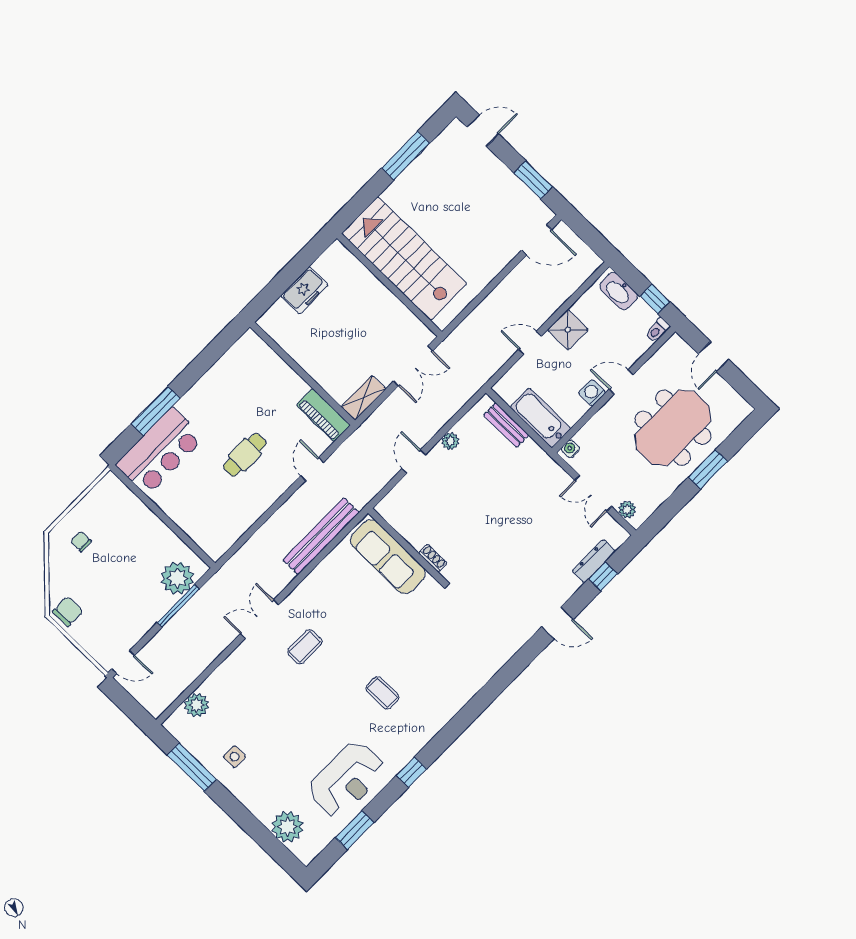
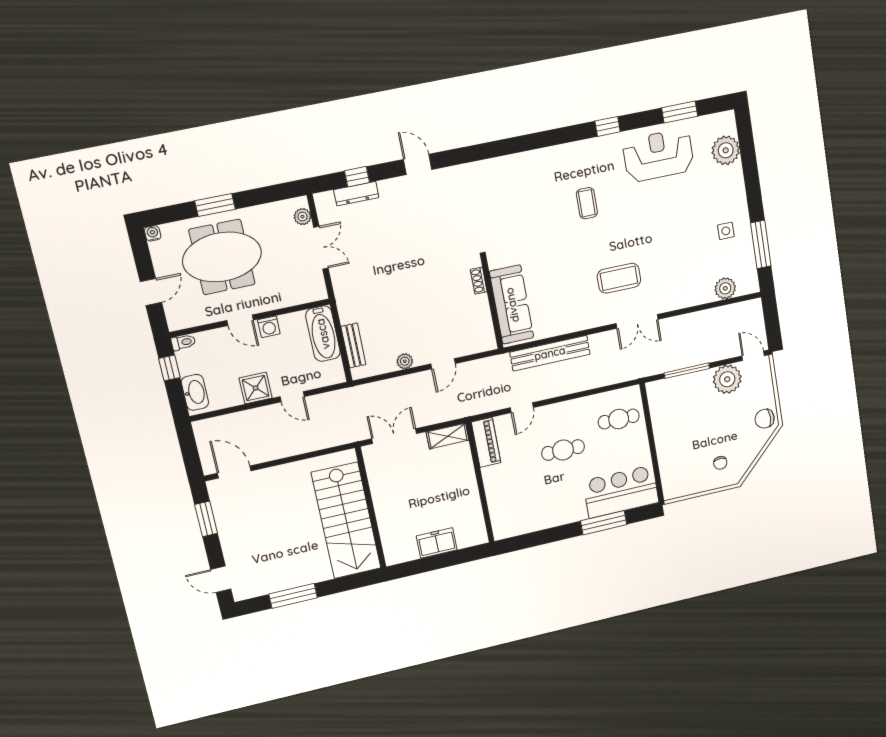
water cooler: (570, 449) -> (153, 233), moved, turned 180
cafe table: (212, 518) -> (619, 419), added
plant: (177, 578) -> (727, 379), moved
coffee table: (305, 647) -> (619, 278), width x1.36, depth x1.30

